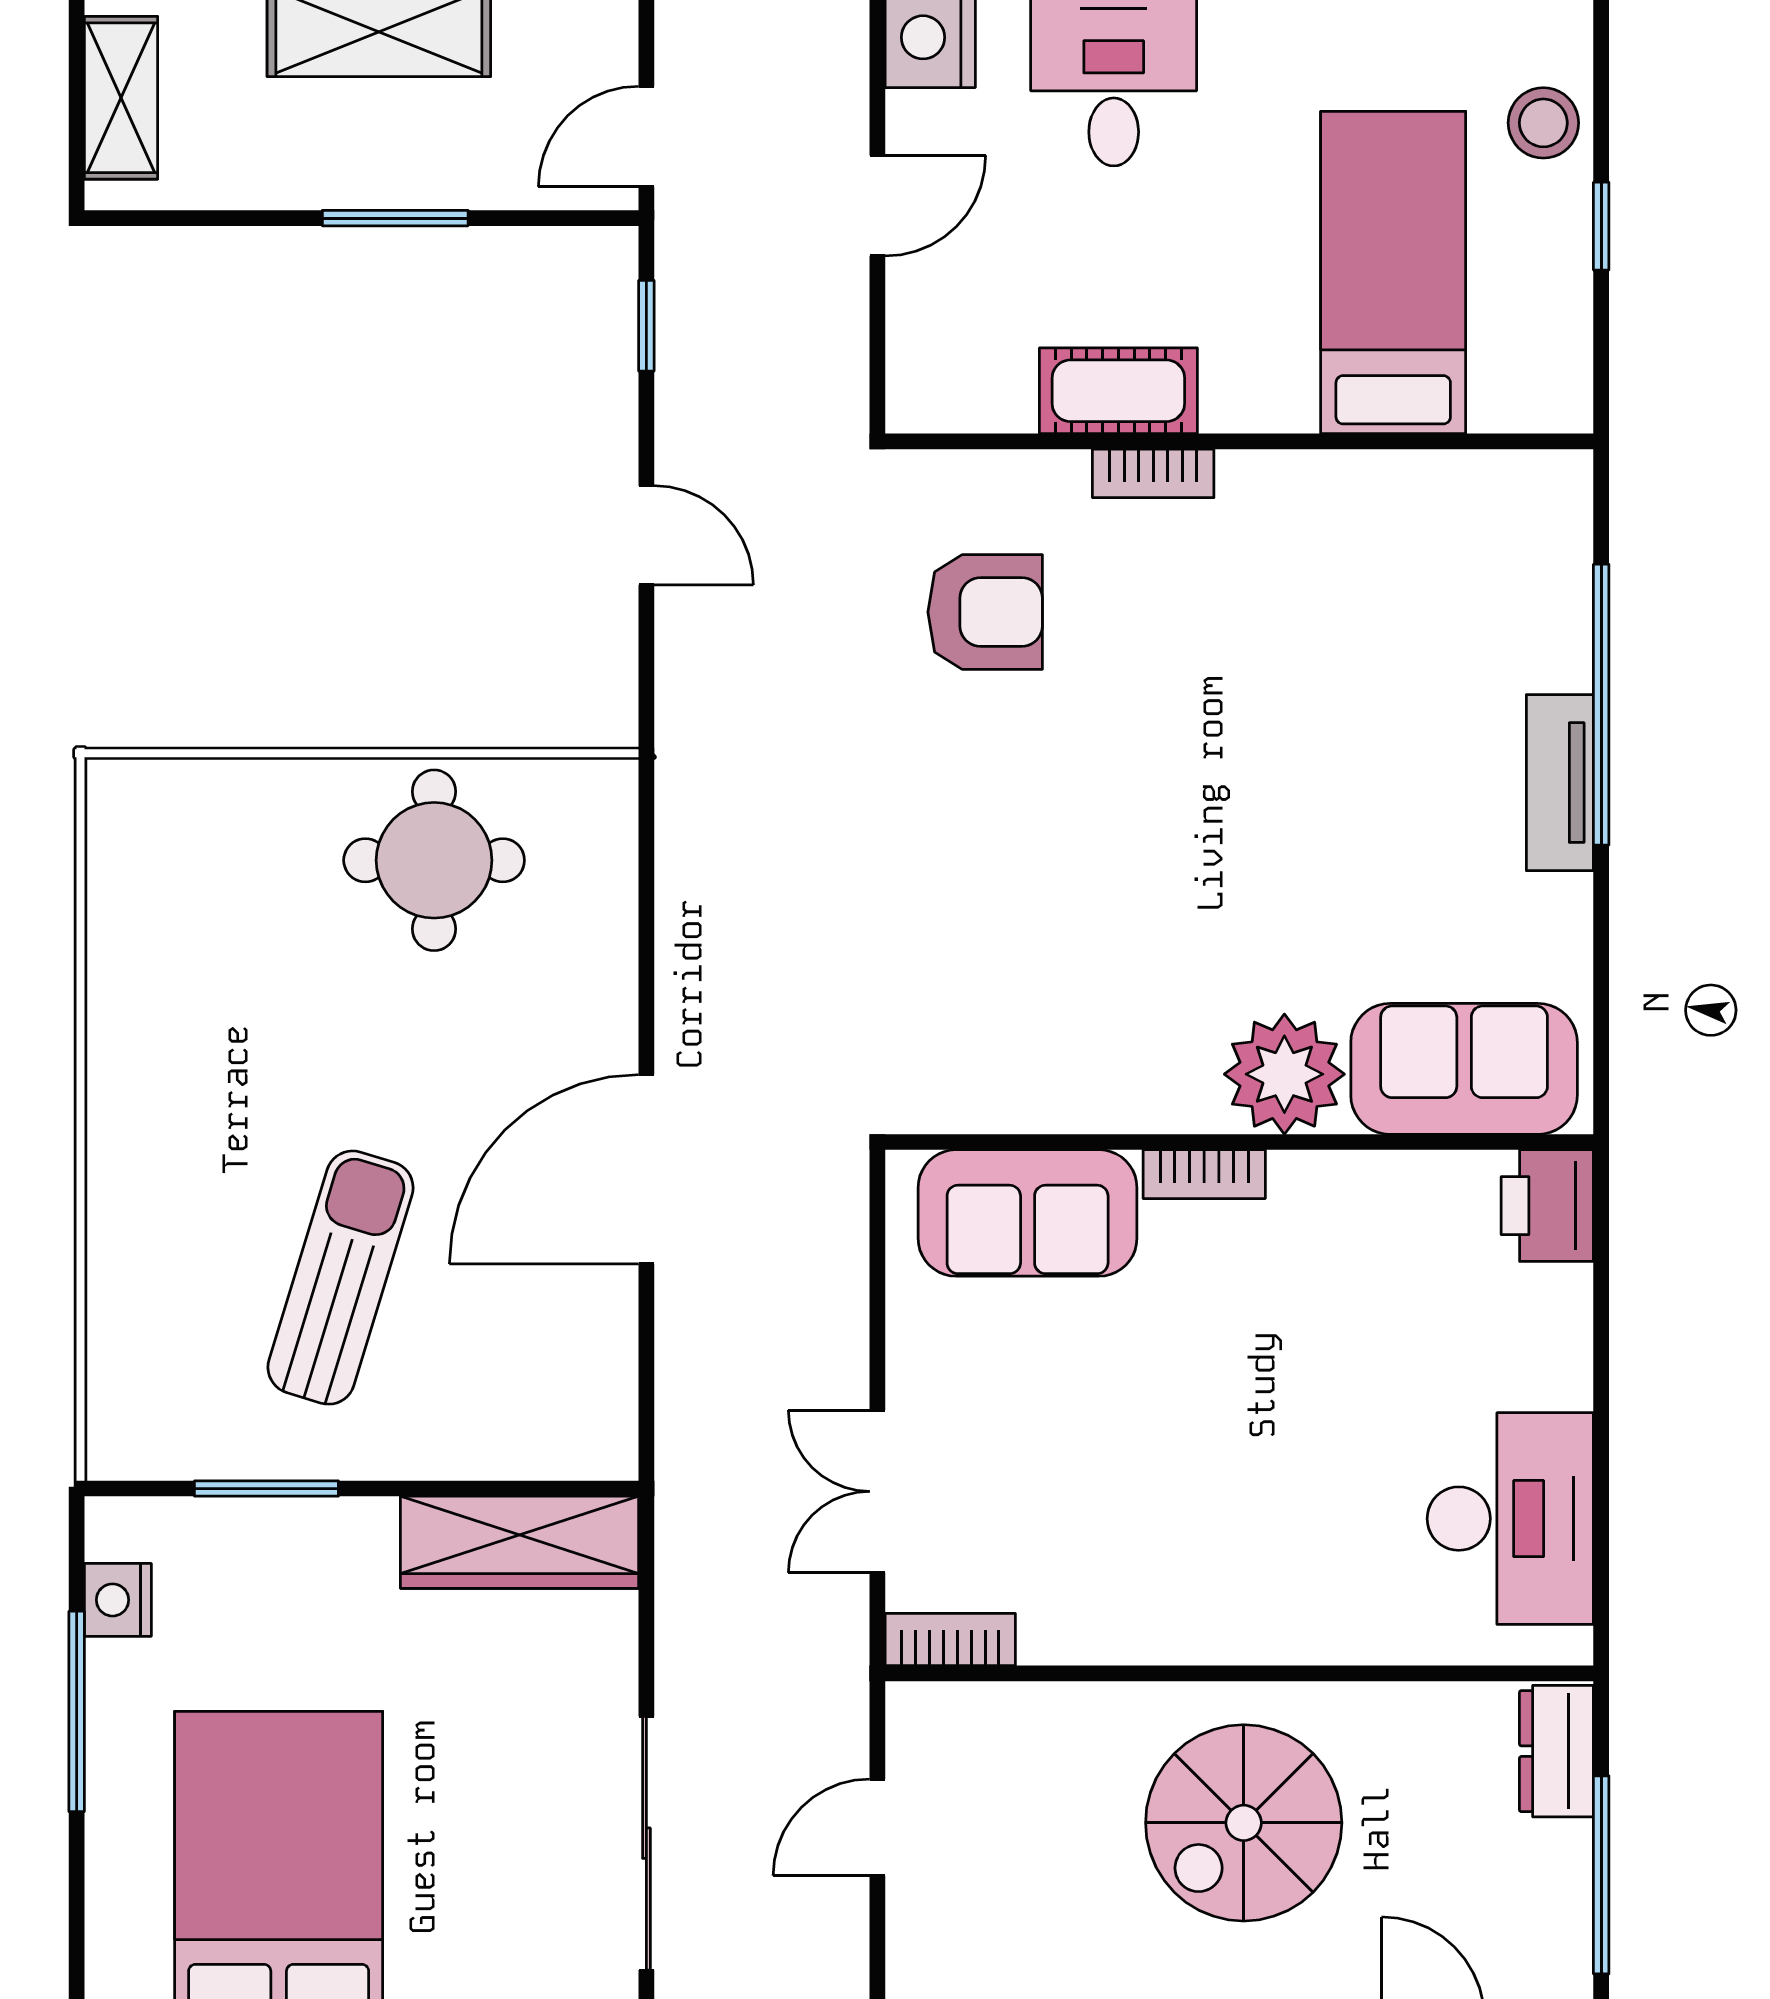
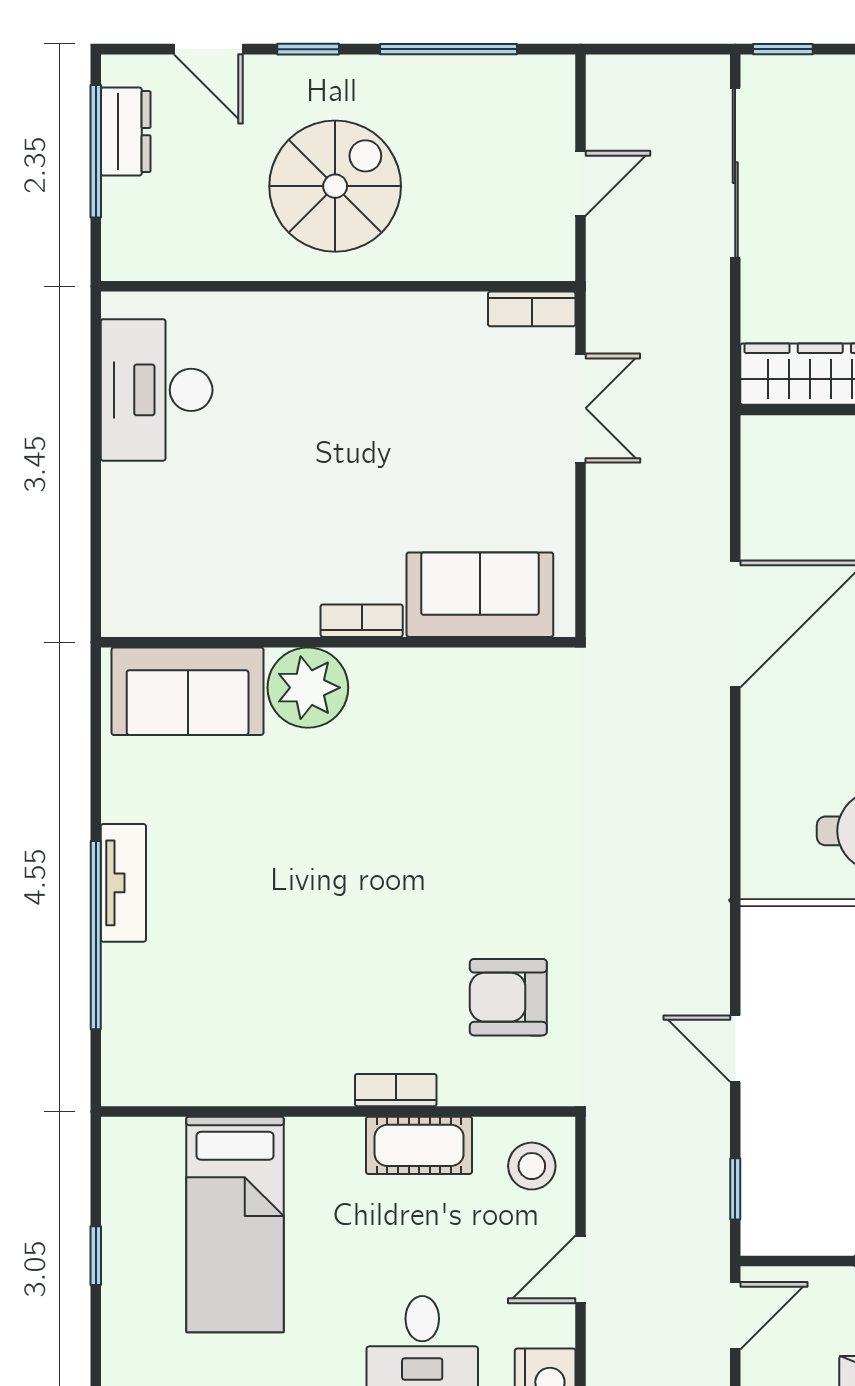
stool: (1543, 123) -> (532, 1166), moved
printer: (1547, 1206) -> (132, 600), removed
dresser: (1556, 1751) -> (126, 132), moved

